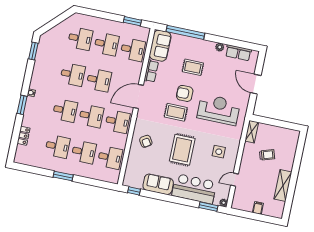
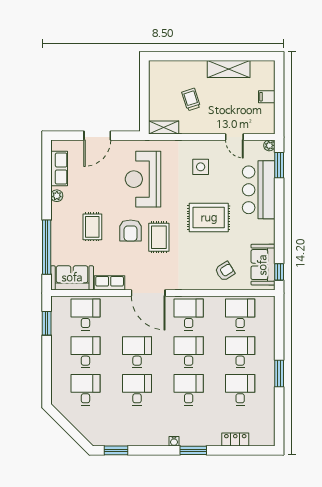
armchair: (146, 141) -> (225, 271), moved
sofa: (158, 184) -> (263, 265), moved

